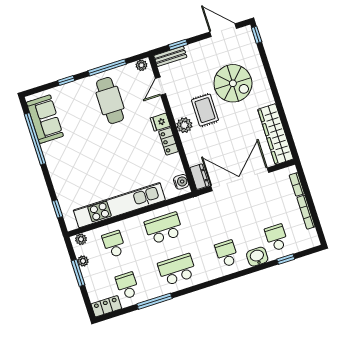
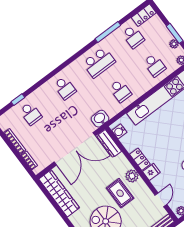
dresser: (199, 177) -> (109, 144), width x1.44
school desk: (164, 228) -> (120, 91), width x0.54
washbasin: (257, 257) -> (100, 119), moved, turned 180

